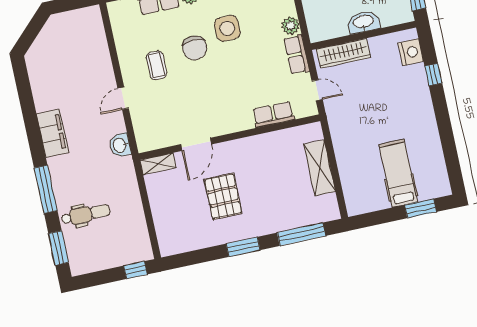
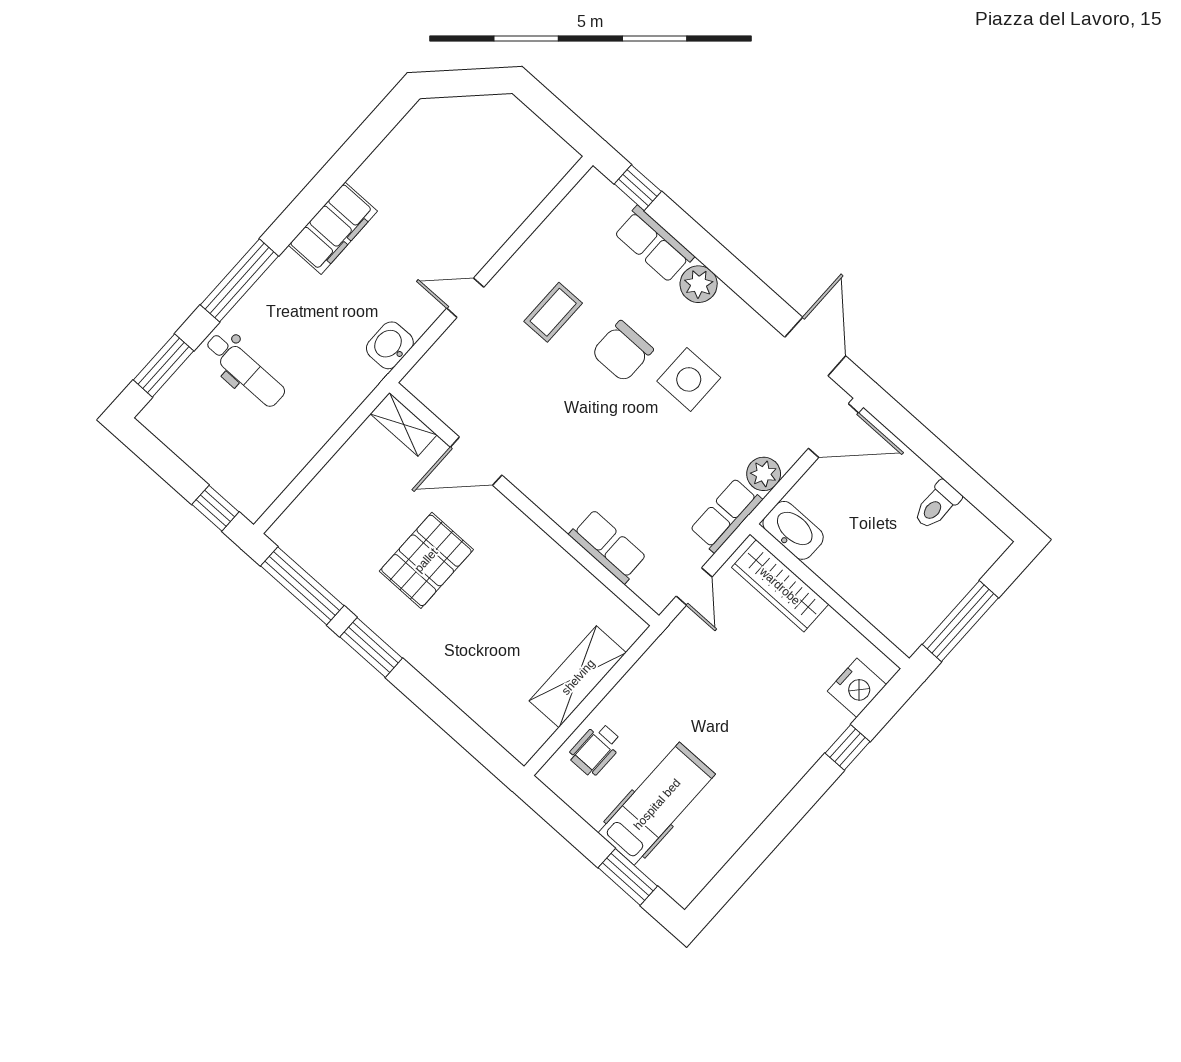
washbasin: (363, 22) -> (793, 530), moved
wheelchair: (356, 183) -> (595, 749), added
window: (301, 234) -> (302, 586), moved

